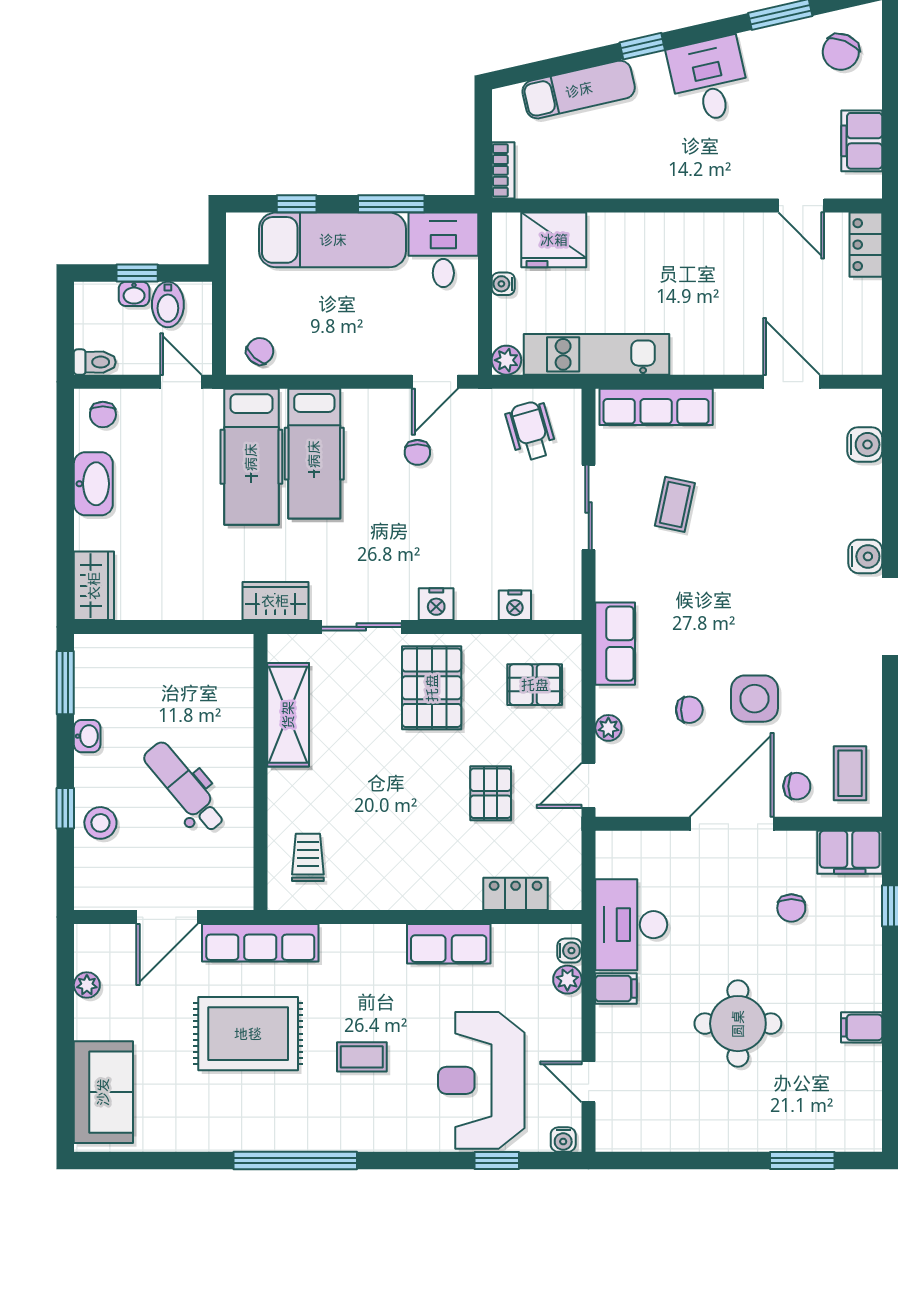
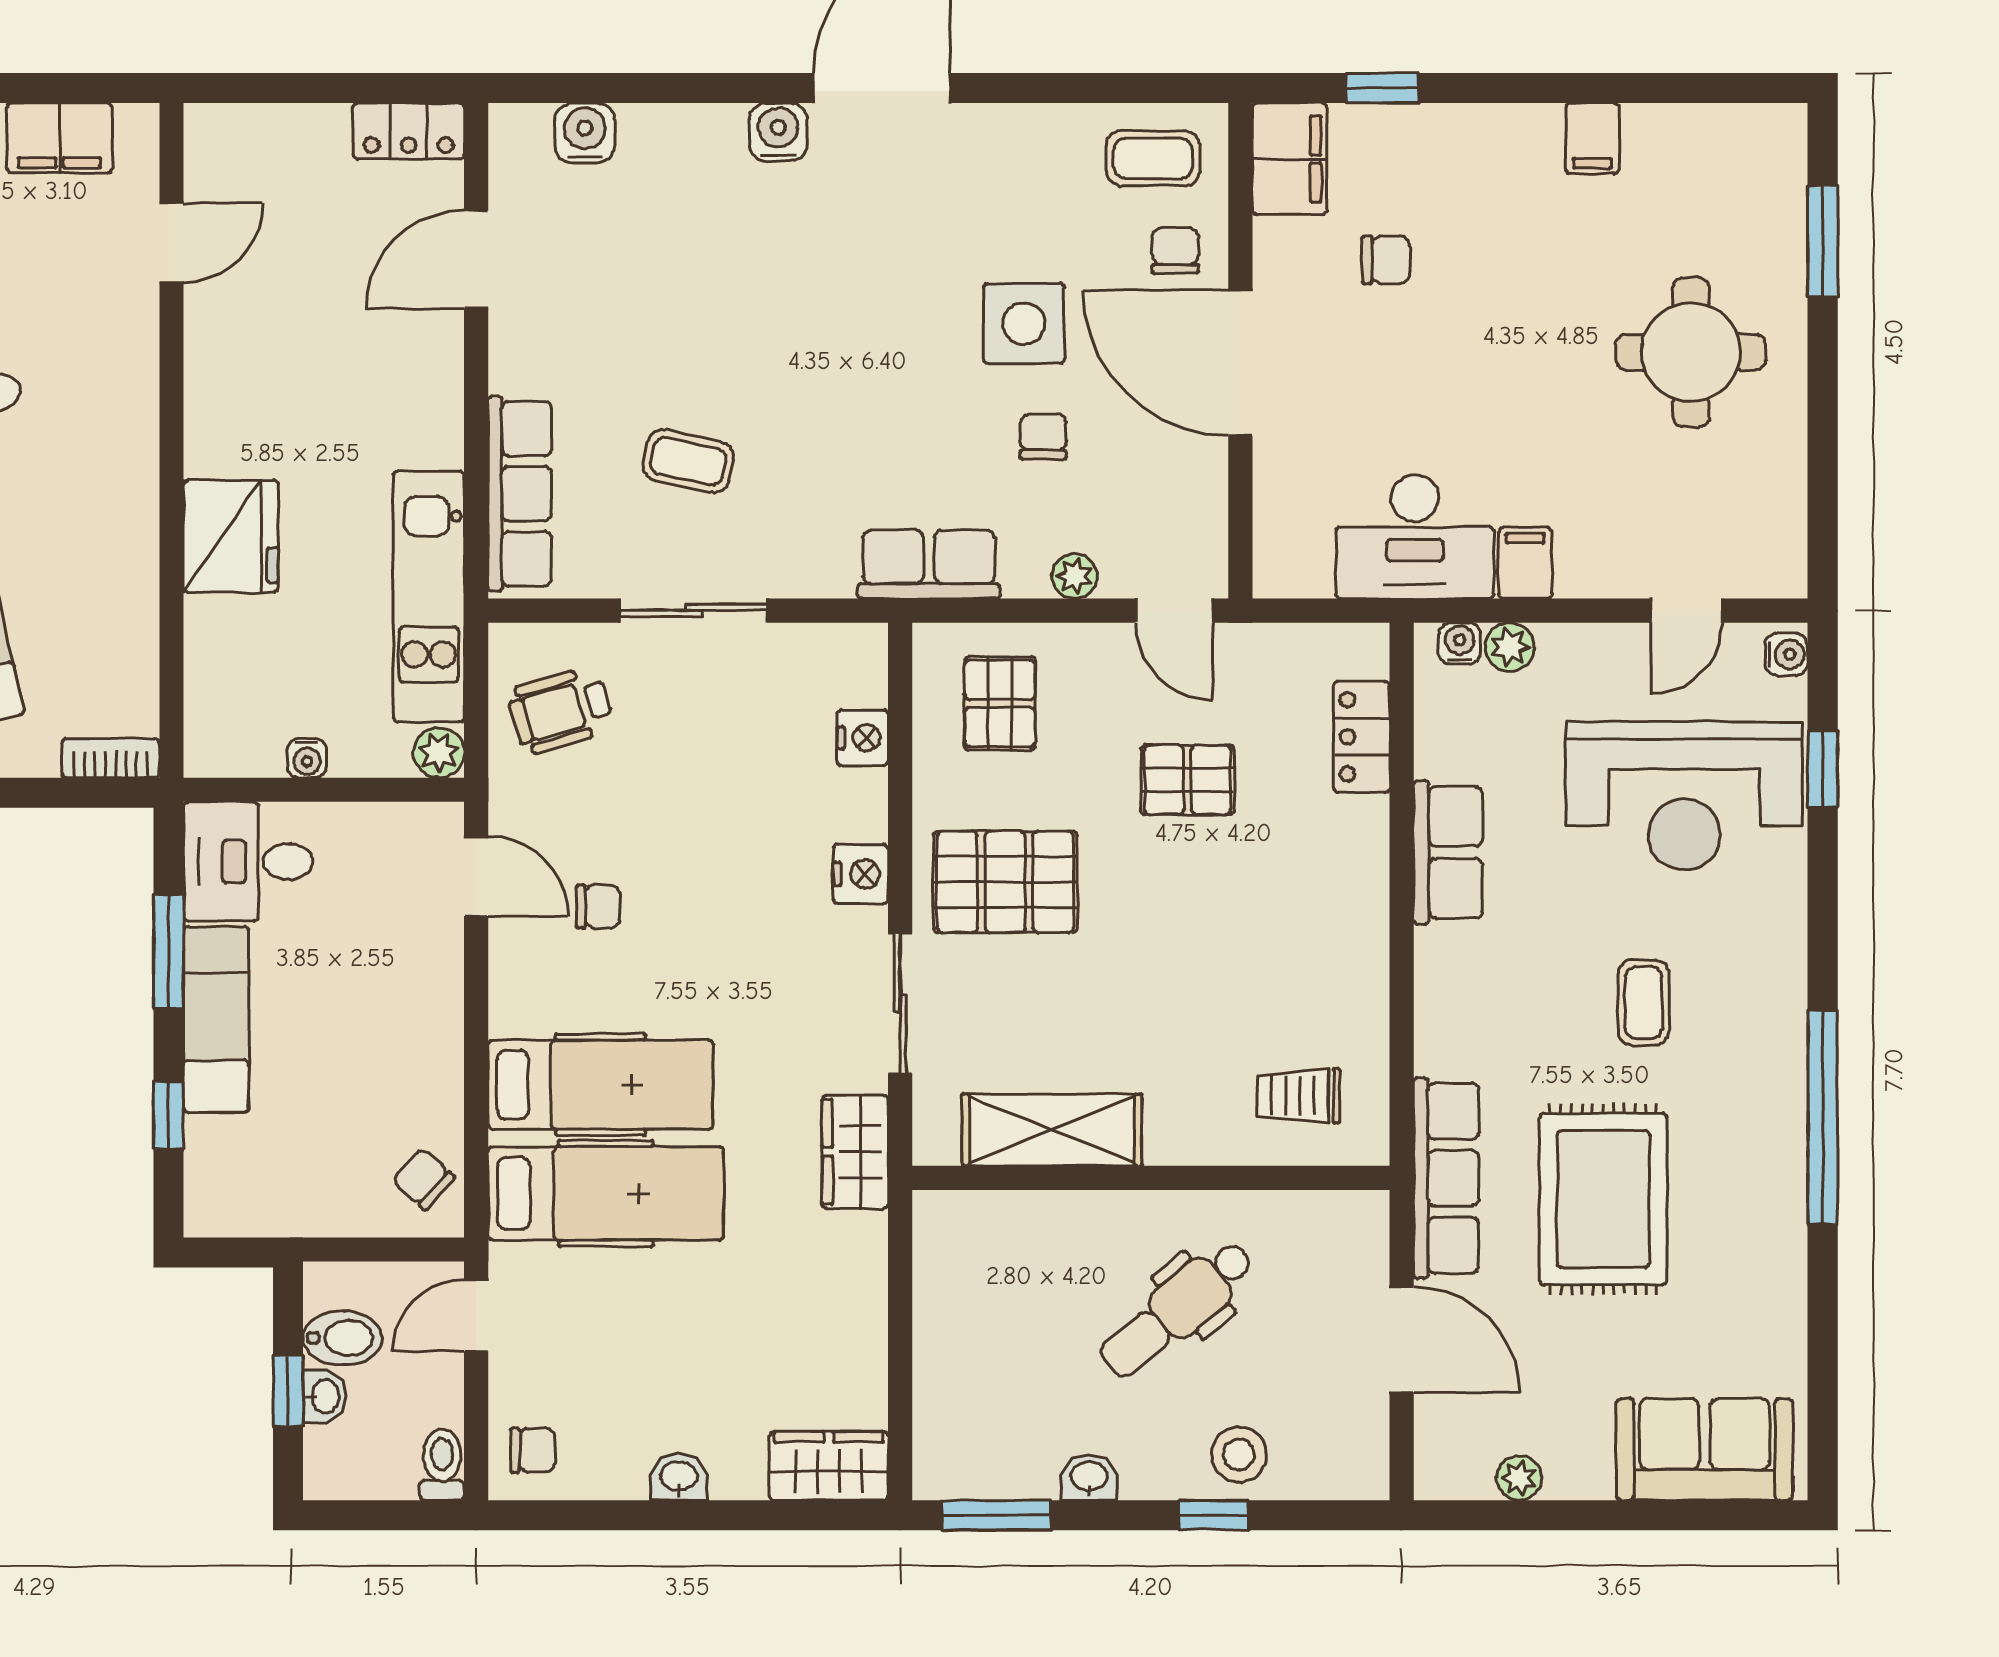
exam couch: (333, 240) -> (216, 1019), width x0.73, depth x0.69
fridge: (554, 240) -> (231, 536), moved
locker: (866, 245) -> (409, 131), moved
washbasin: (93, 484) -> (679, 1477), width x0.52, depth x0.69
round table: (738, 1024) -> (1691, 352), moved

